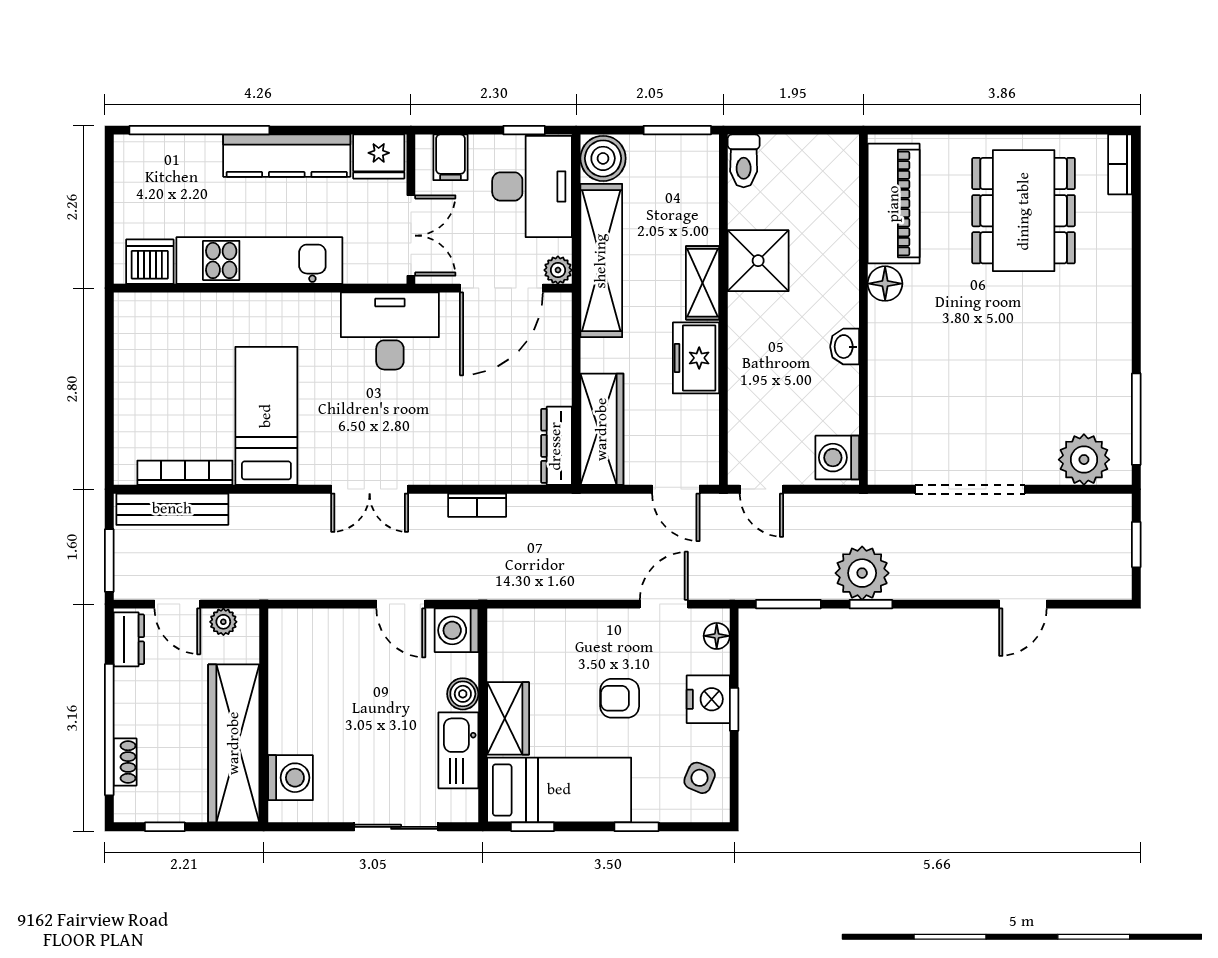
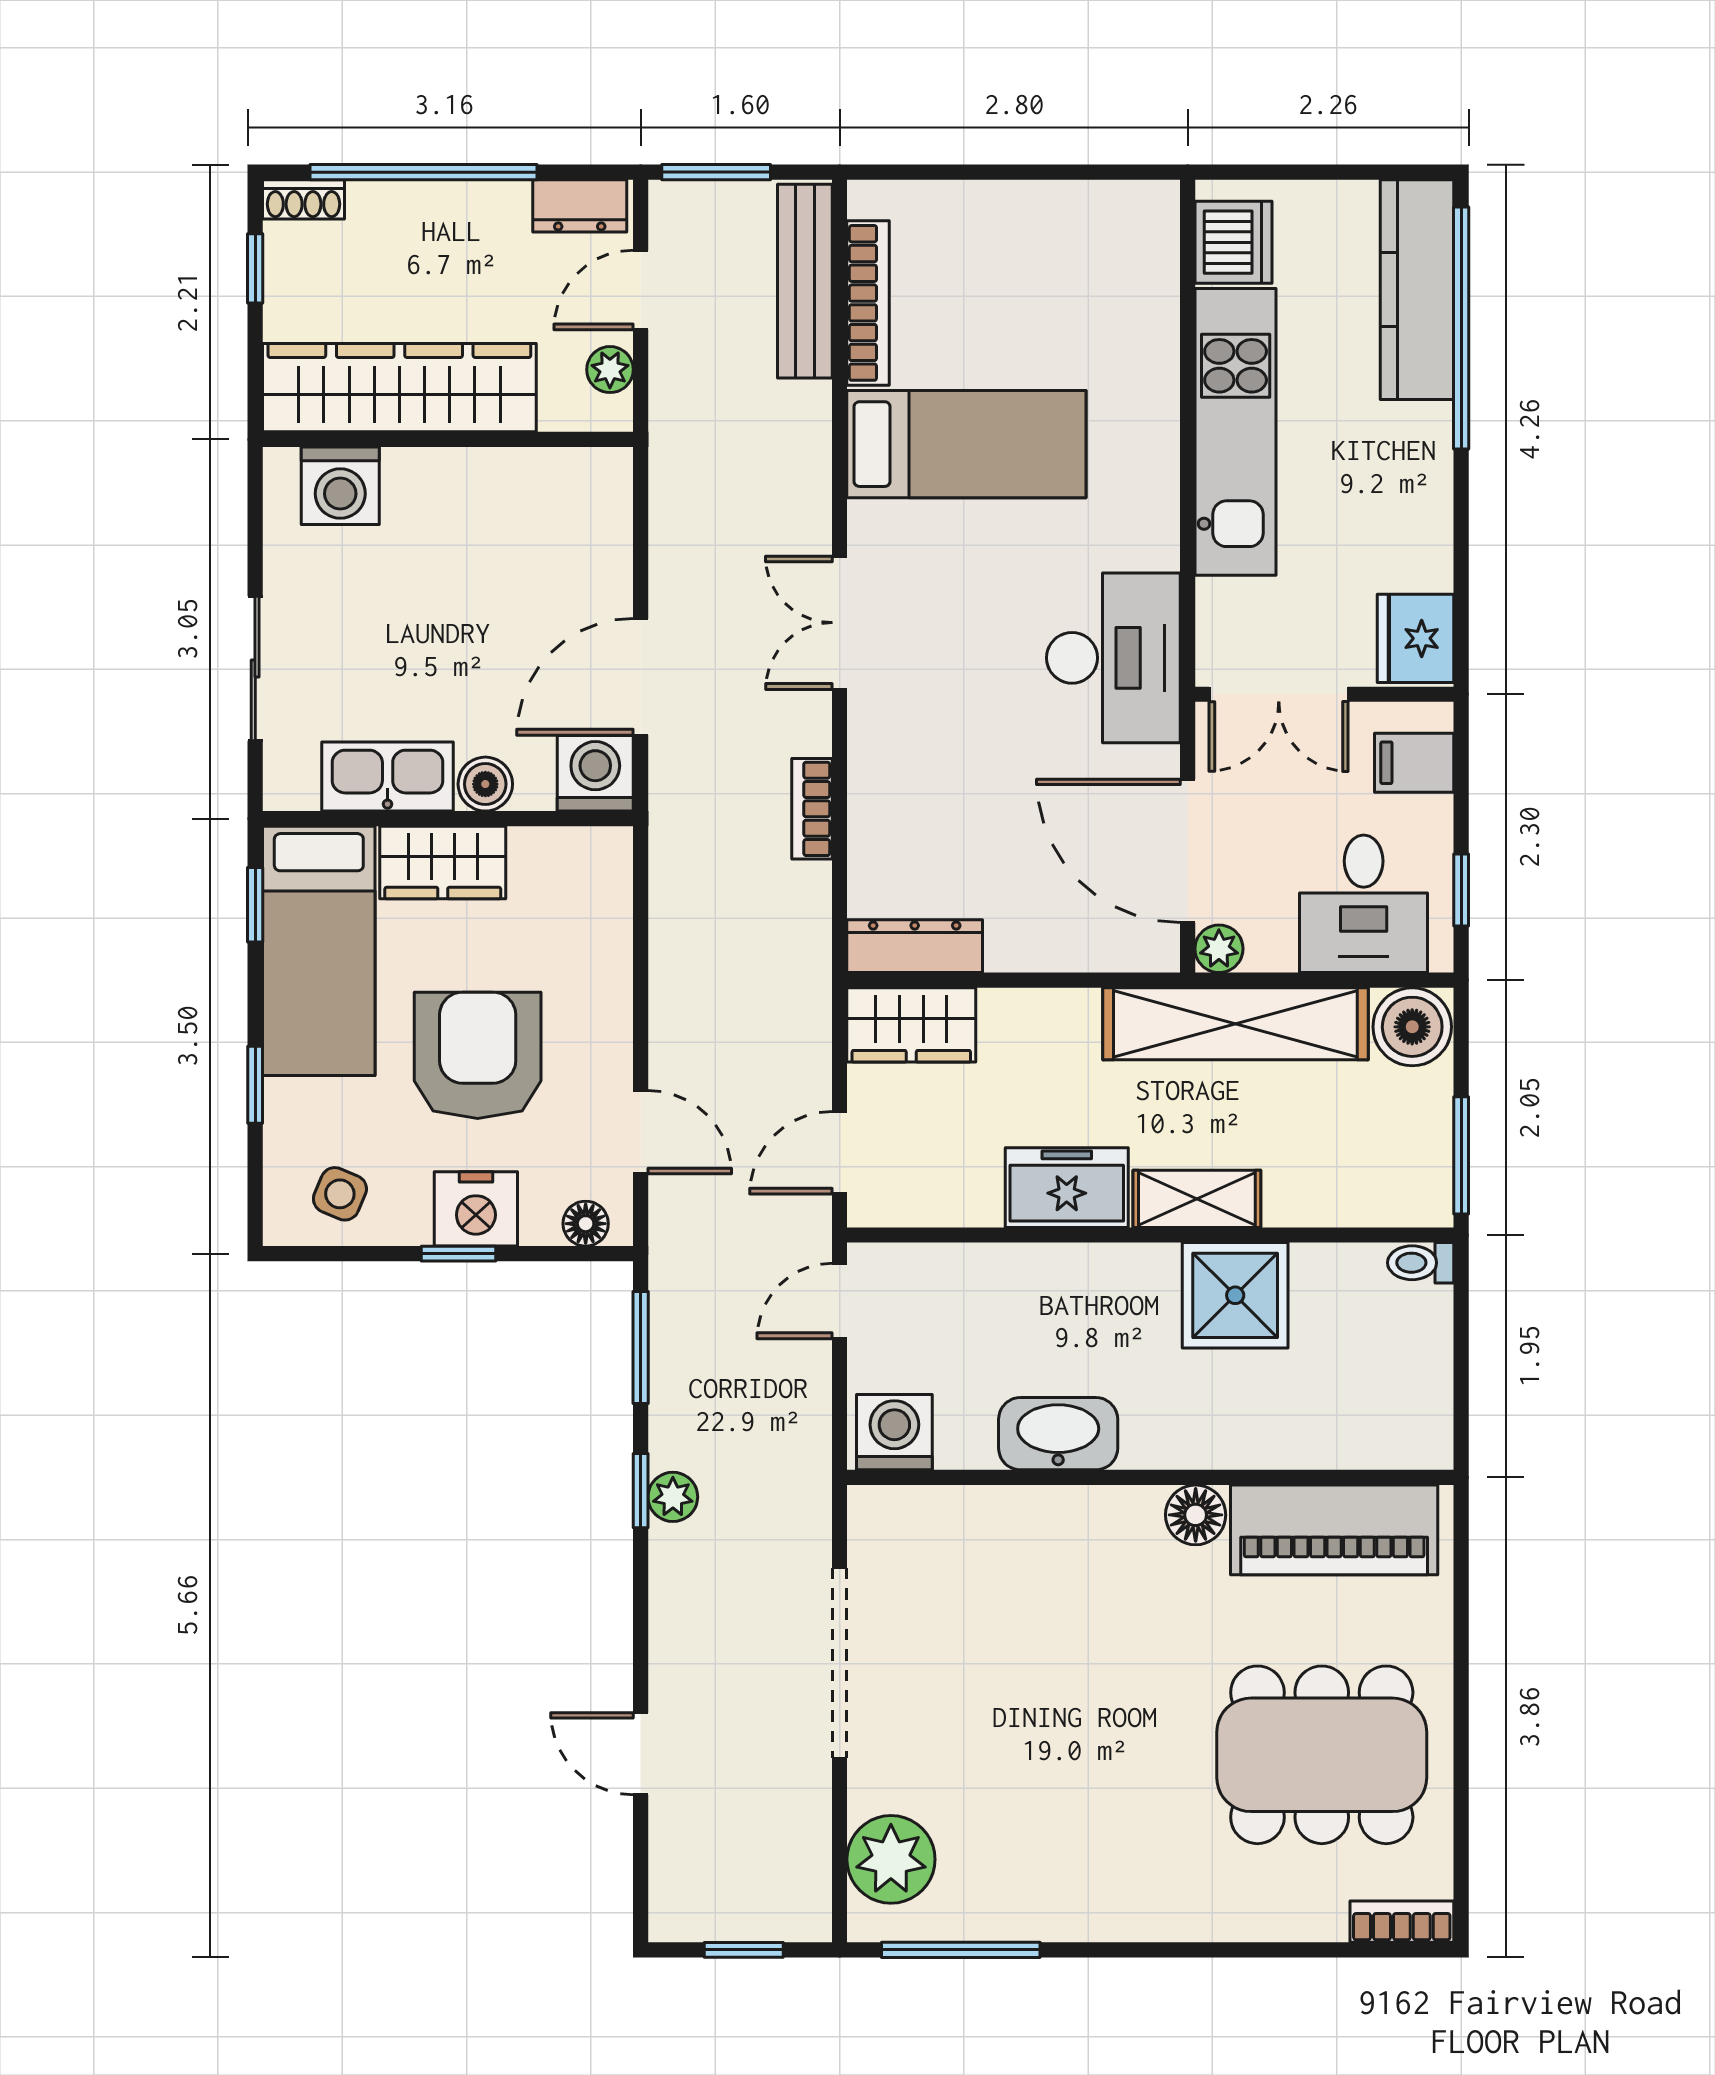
kitchen counter: (287, 156) -> (1417, 290), moved
toilet: (744, 161) -> (1421, 1263), width x0.73, depth x0.72
desk: (532, 186) -> (1364, 904), width x0.73
washbasin: (845, 347) -> (1058, 1434), width x1.91, depth x1.45
wardrobe: (602, 429) -> (911, 1025), width x0.67
plant: (862, 573) -> (673, 1497), width x0.53, depth x0.53
door: (401, 604) -> (641, 677), width x1.38
armchair: (620, 698) -> (478, 1055), width x1.88, depth x1.88
shoe rack: (125, 762) -> (303, 199), moved

